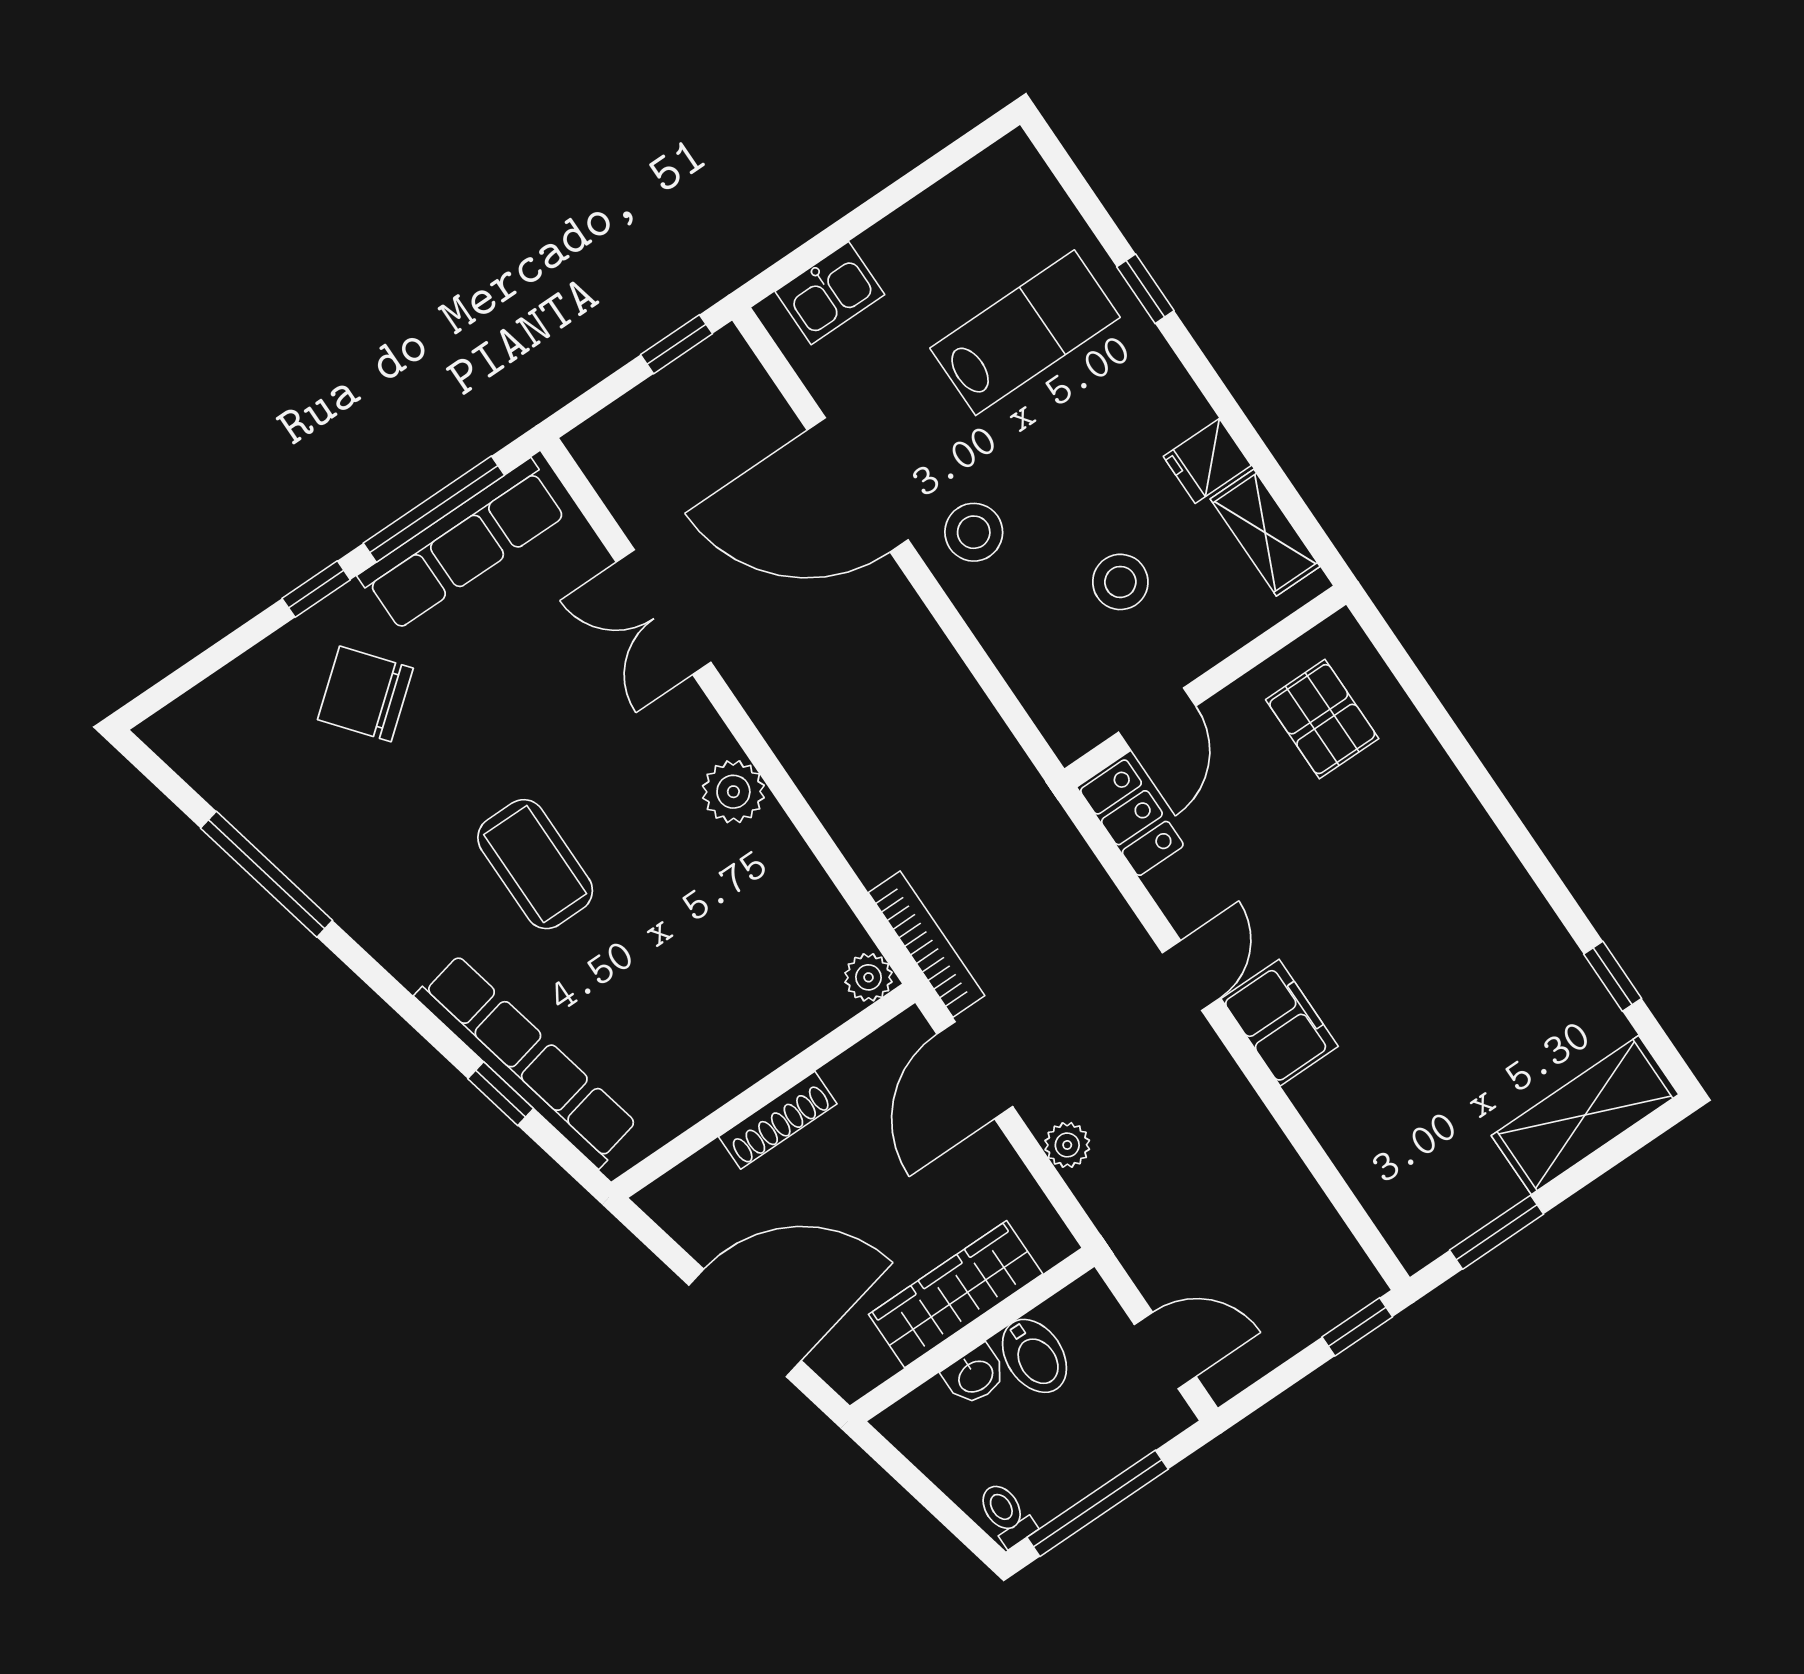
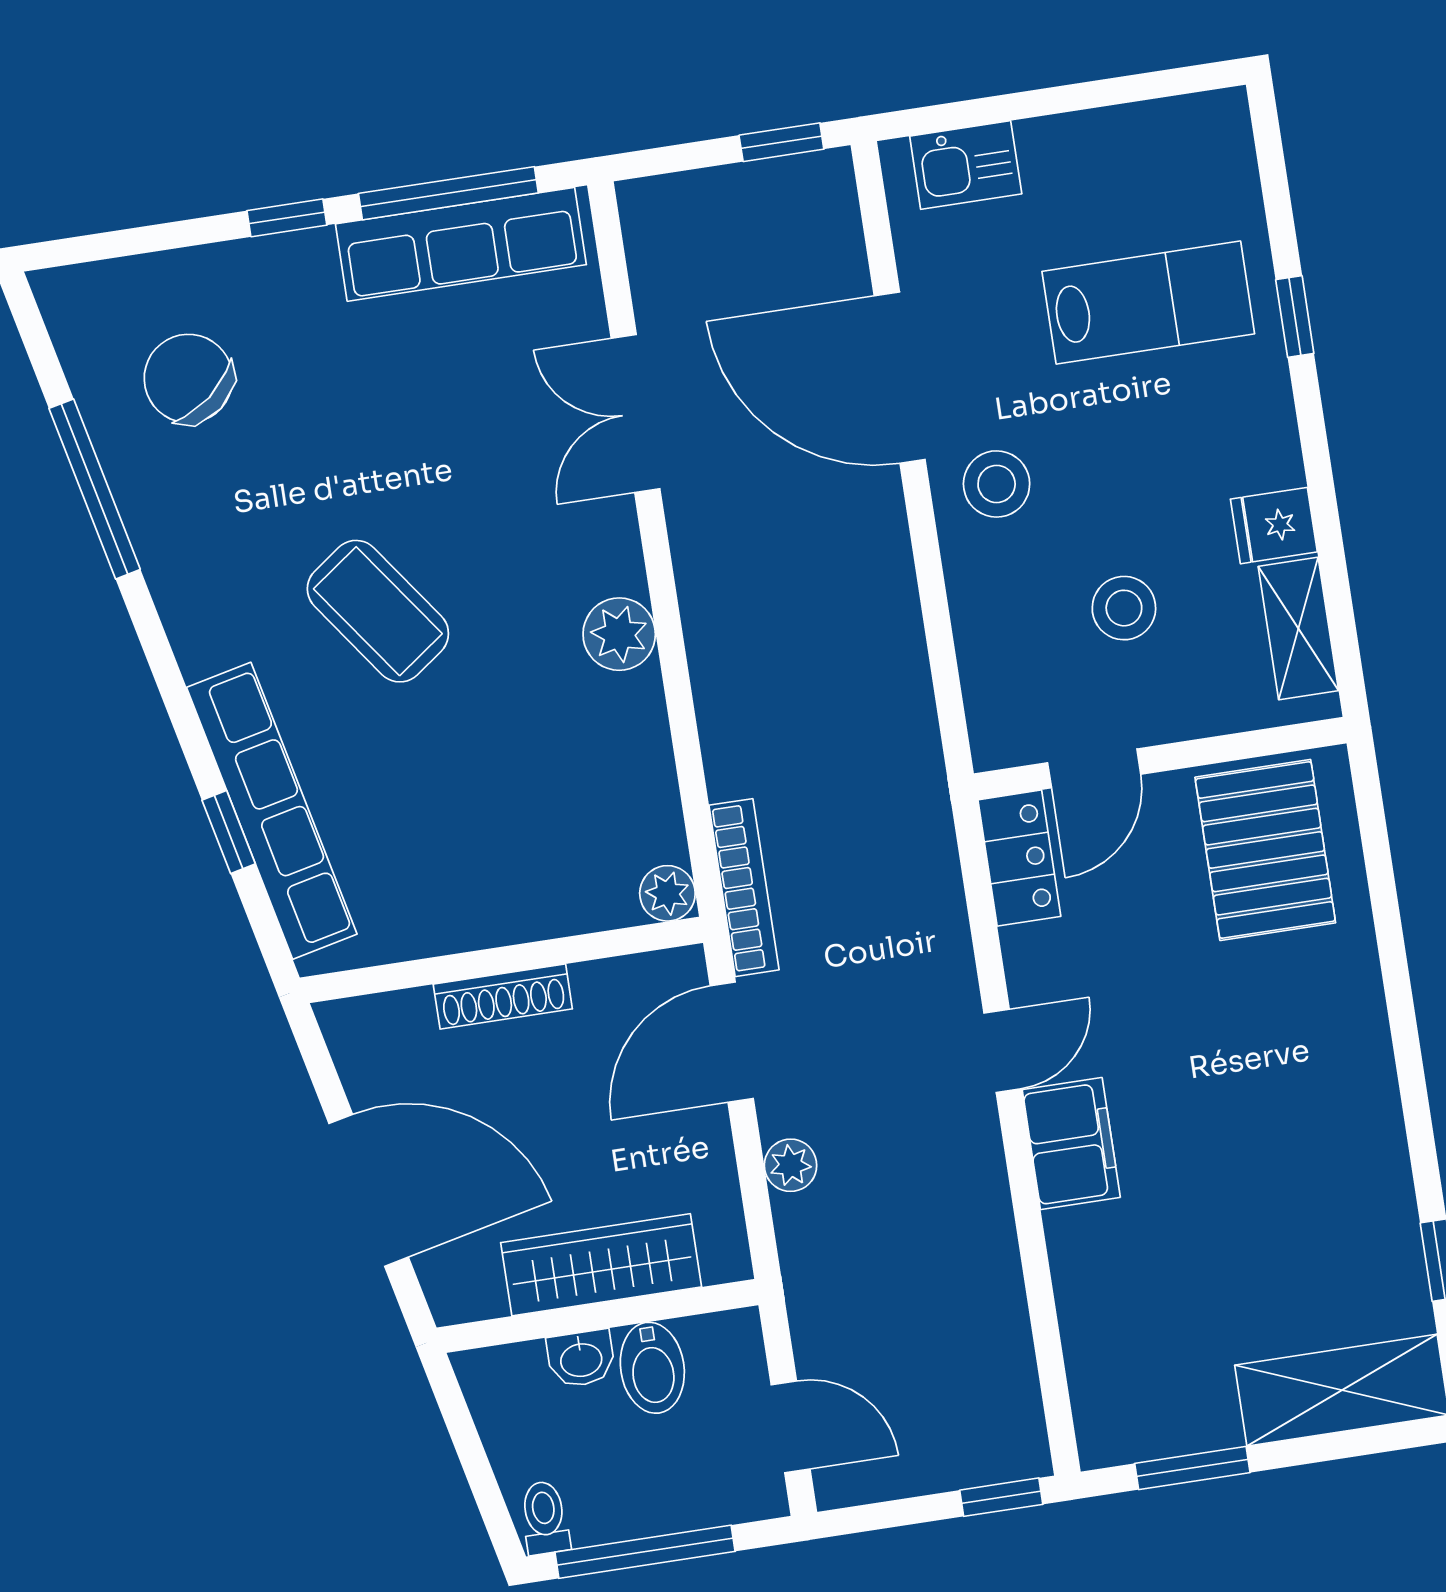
chair: (365, 694) -> (188, 379), moved
pallet: (1322, 719) -> (1265, 850), width x1.50, depth x1.42
coffee table: (535, 864) -> (378, 611), turned -36

